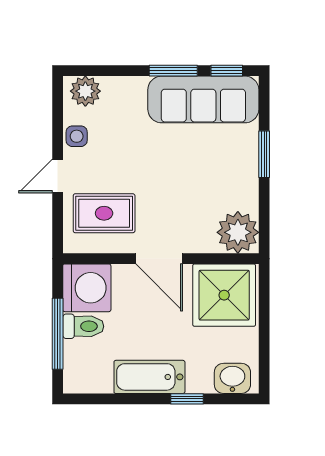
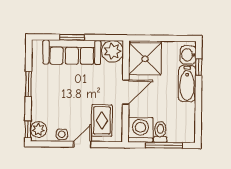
window: (227, 71) -> (28, 129), moved
sofa: (203, 99) -> (72, 52), moved, turned 90
door: (58, 176) -> (82, 144), swing flipped
bathtub: (149, 377) -> (187, 84), moved
window: (187, 399) -> (199, 67), moved

